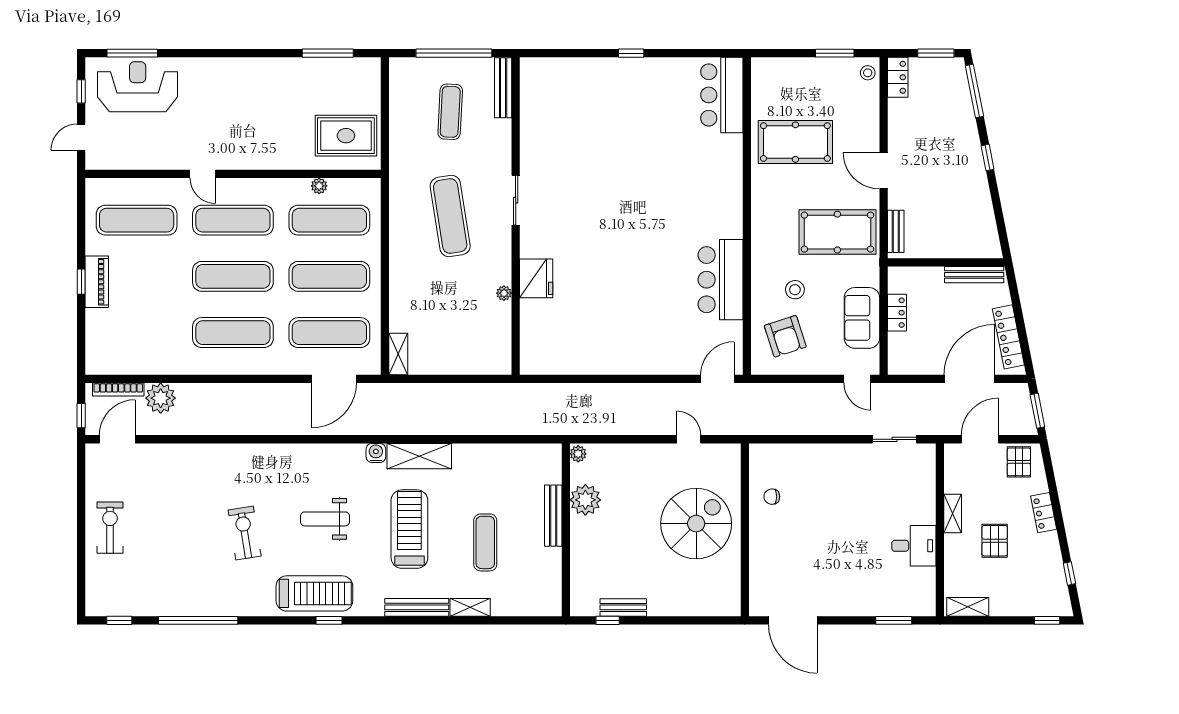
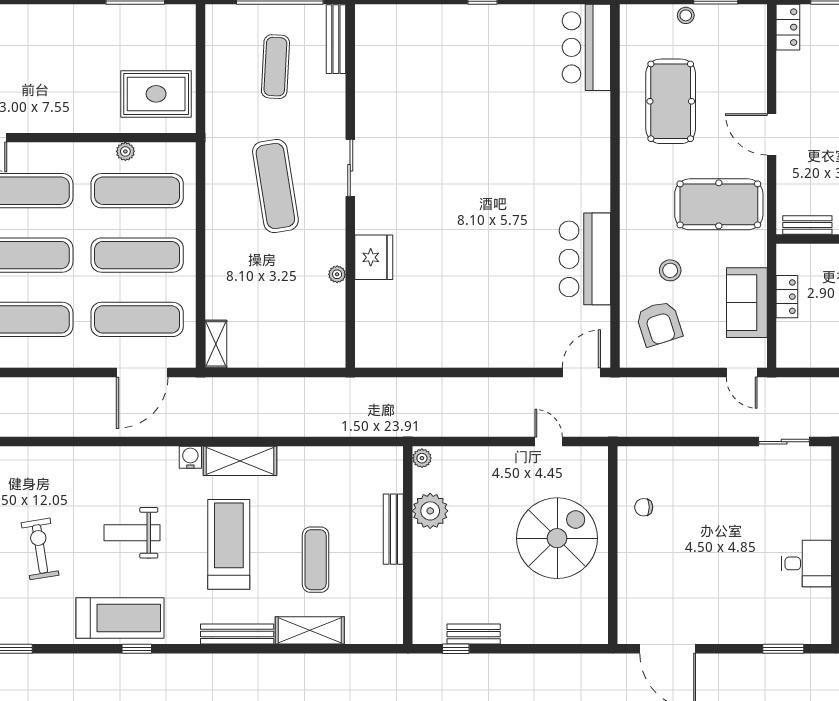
stool: (868, 73) -> (686, 15), moved
pool table: (795, 142) -> (671, 101), turned 90
bench: (896, 231) -> (807, 225), moved, turned 90
shelving: (470, 607) -> (310, 630), width x1.50, depth x1.33

